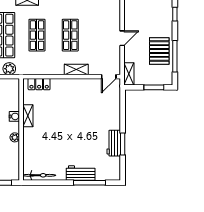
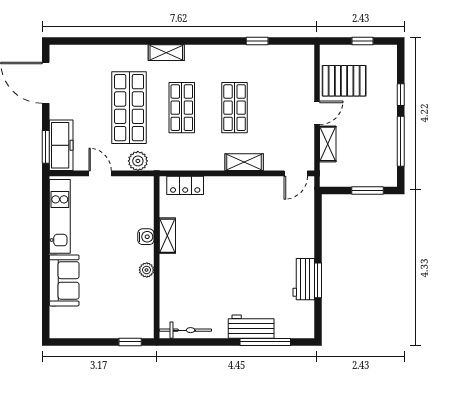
window: (175, 14) -> (401, 95), moved
pallet: (159, 51) -> (344, 81), moved, turned 90
shelving: (129, 74) -> (328, 144), moved

